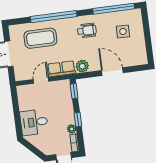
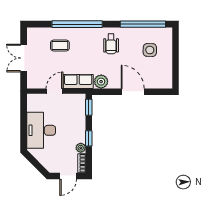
wheelchair: (87, 30) -> (111, 44), turned 90
coffee table: (40, 38) -> (60, 45), width x0.54, depth x0.58
desk: (34, 122) -> (41, 130), width x1.37

